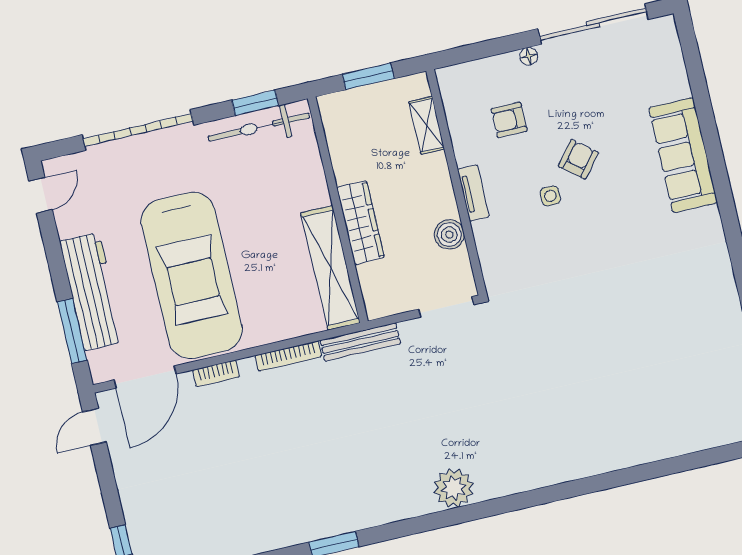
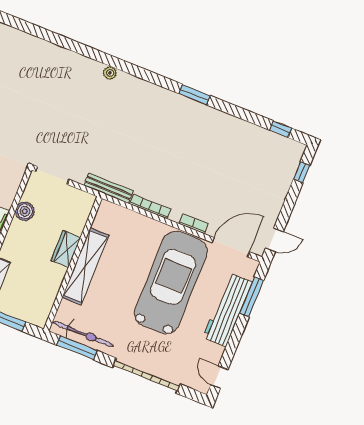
window: (255, 103) -> (77, 348), width x1.44
door: (41, 195) -> (219, 377), hinge flipped
wardrobe: (360, 223) -> (66, 249), width x0.67
shelving: (330, 268) -> (86, 266), moved
plant: (454, 488) -> (110, 73), width x0.53, depth x0.53

